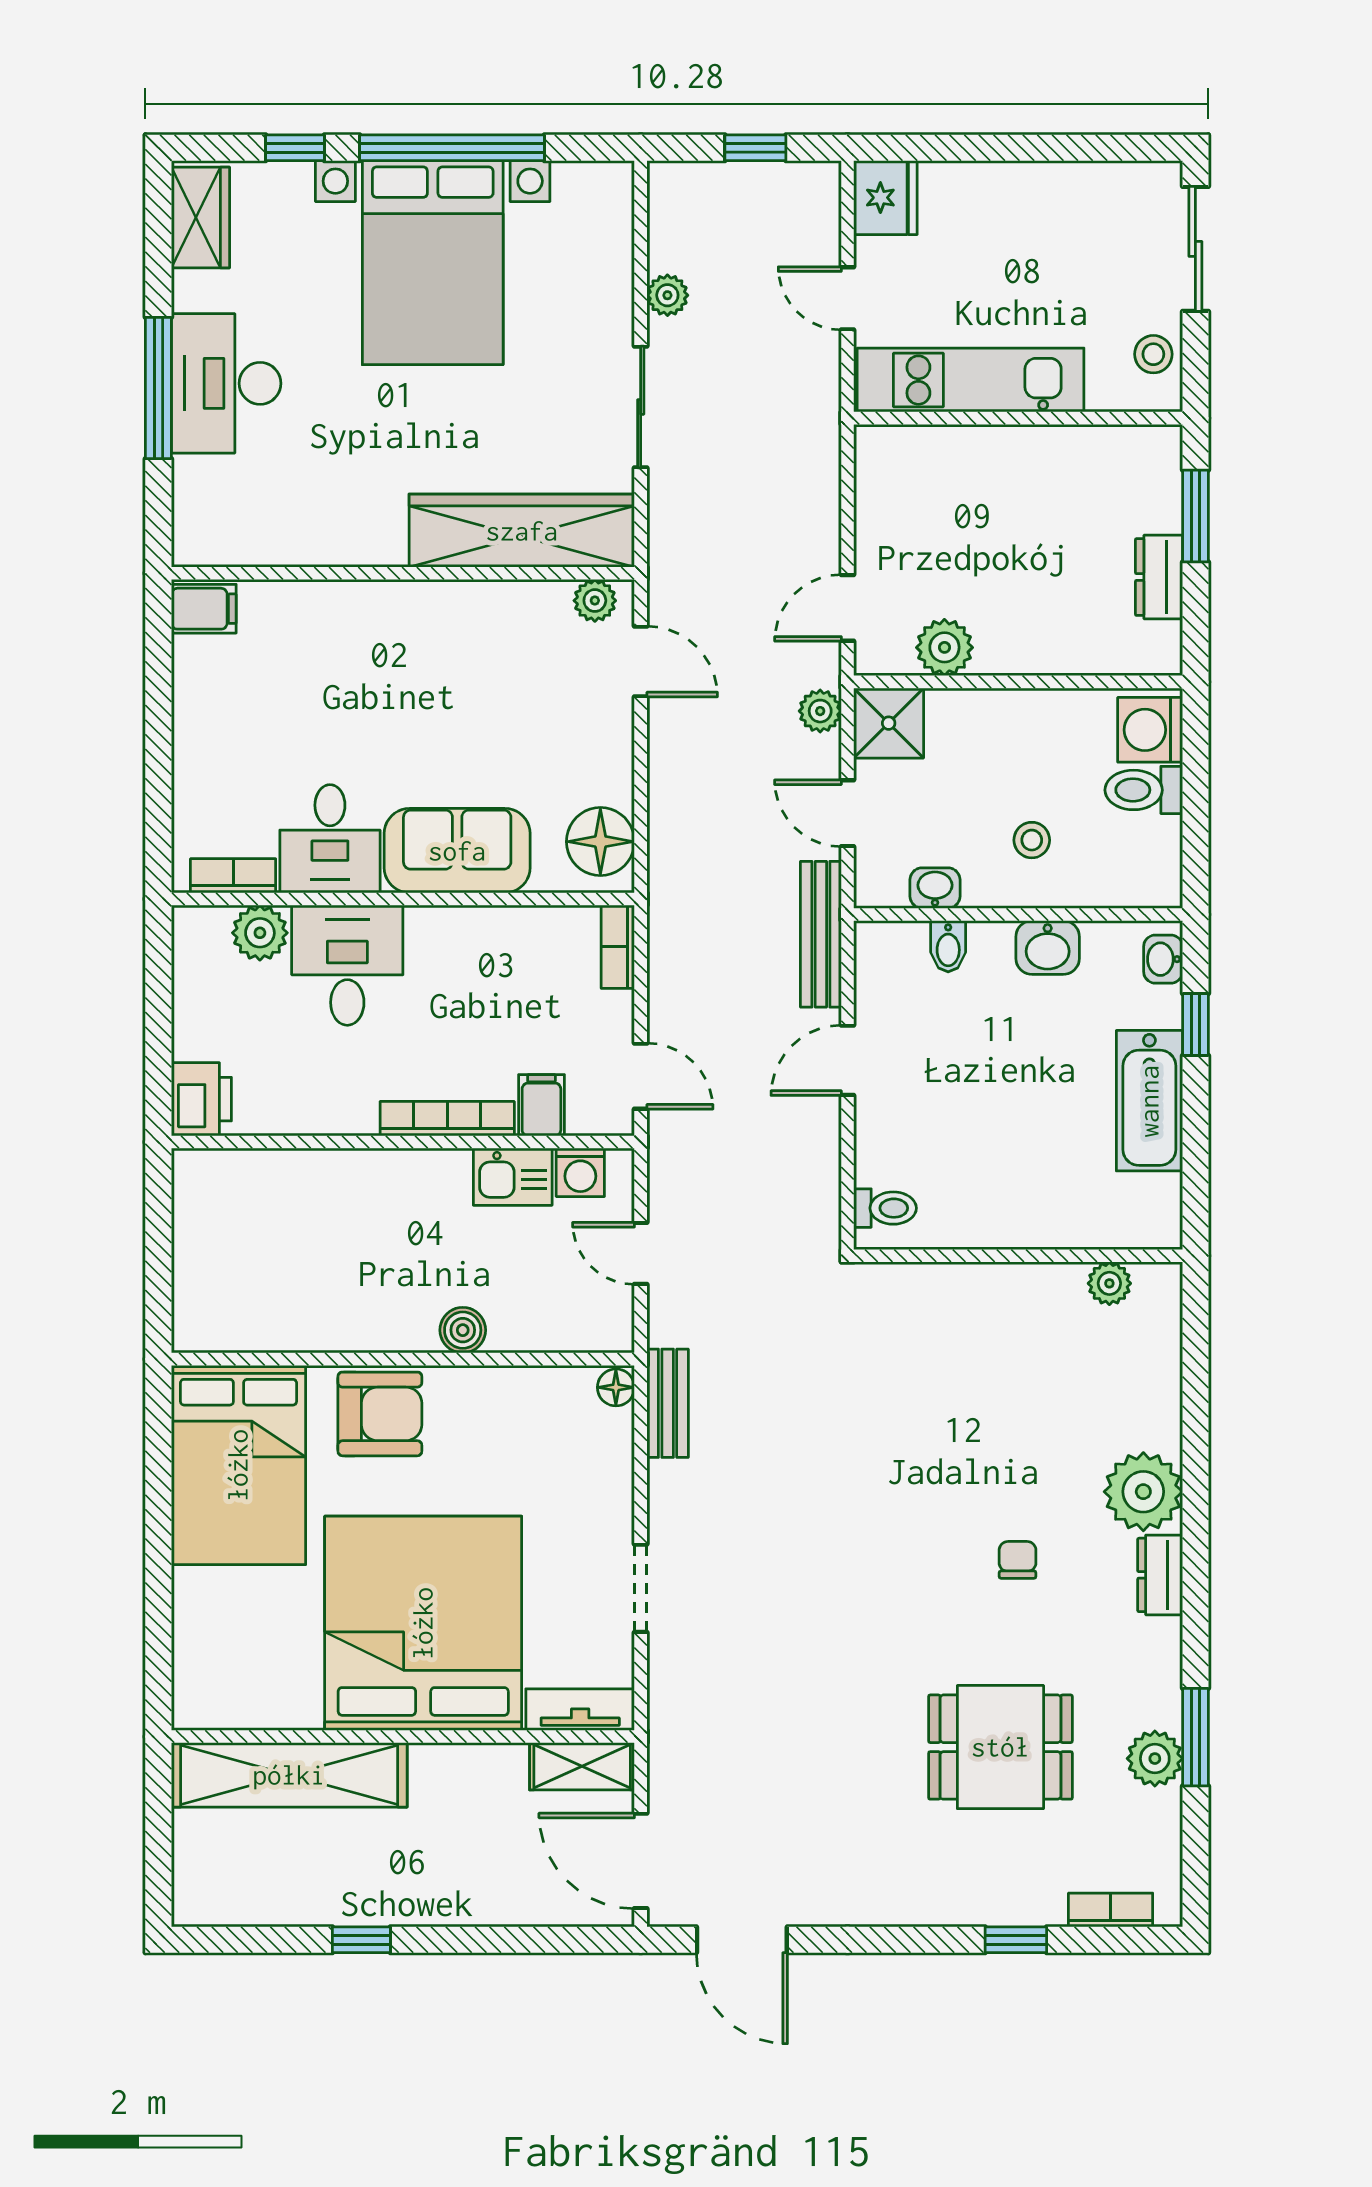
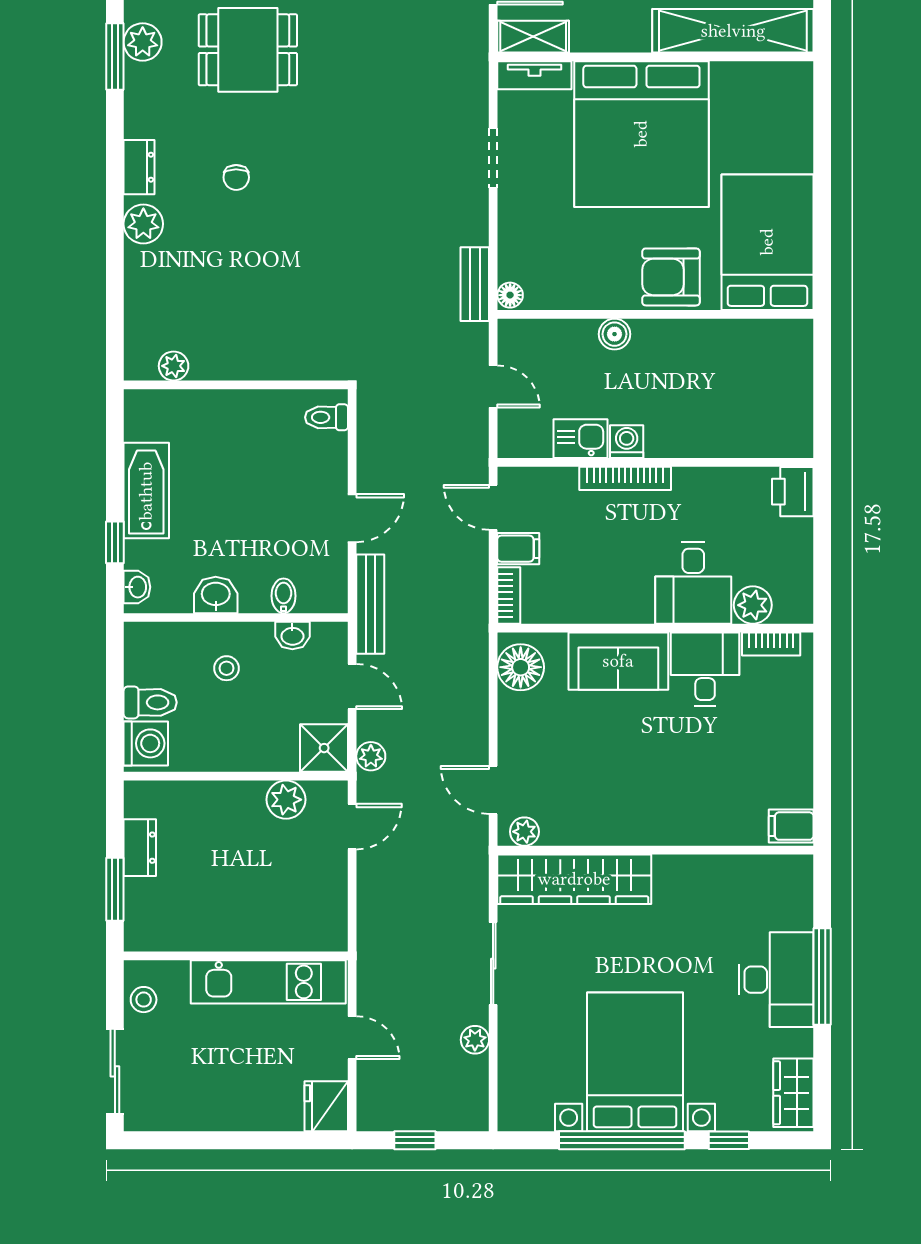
filing cabinet: (541, 1105) -> (518, 549), moved, turned -90
washing machine: (580, 1172) -> (627, 442), moved
plant: (1143, 1492) -> (143, 224), width x0.73, depth x0.73

